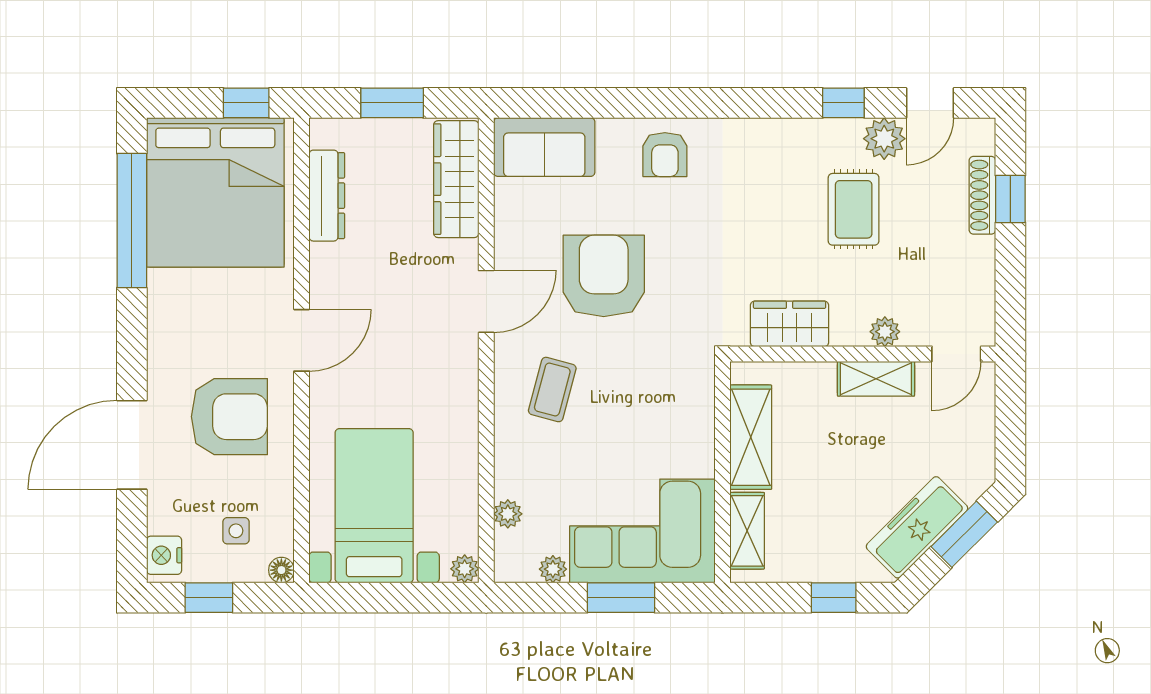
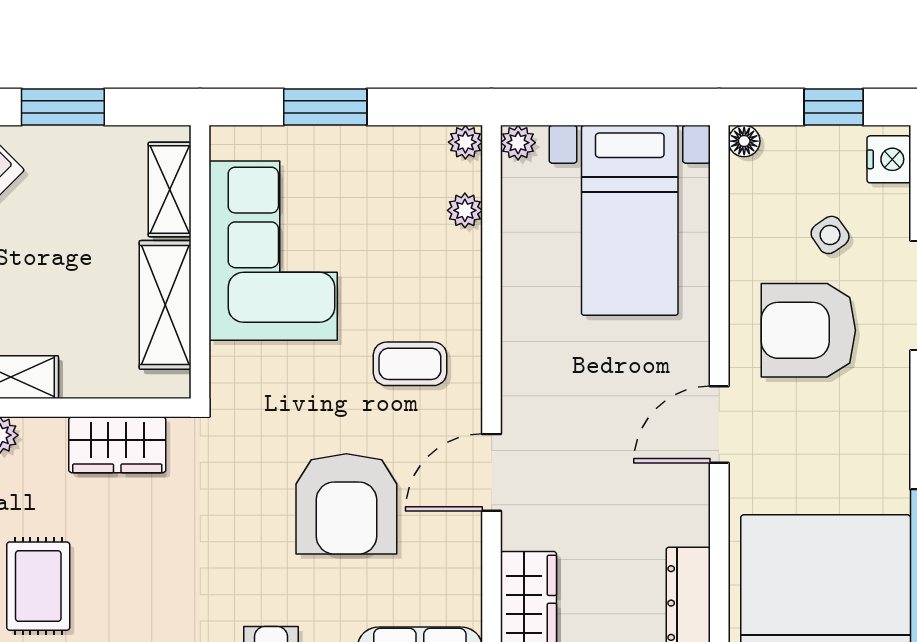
coffee table: (552, 389) -> (410, 364), turned 75
side table: (236, 531) -> (830, 235), moved, turned -35
corner sofa: (642, 531) -> (273, 251), moved, turned -90
plant: (553, 569) -> (465, 142), moved
window: (834, 598) -> (63, 107), width x1.50

